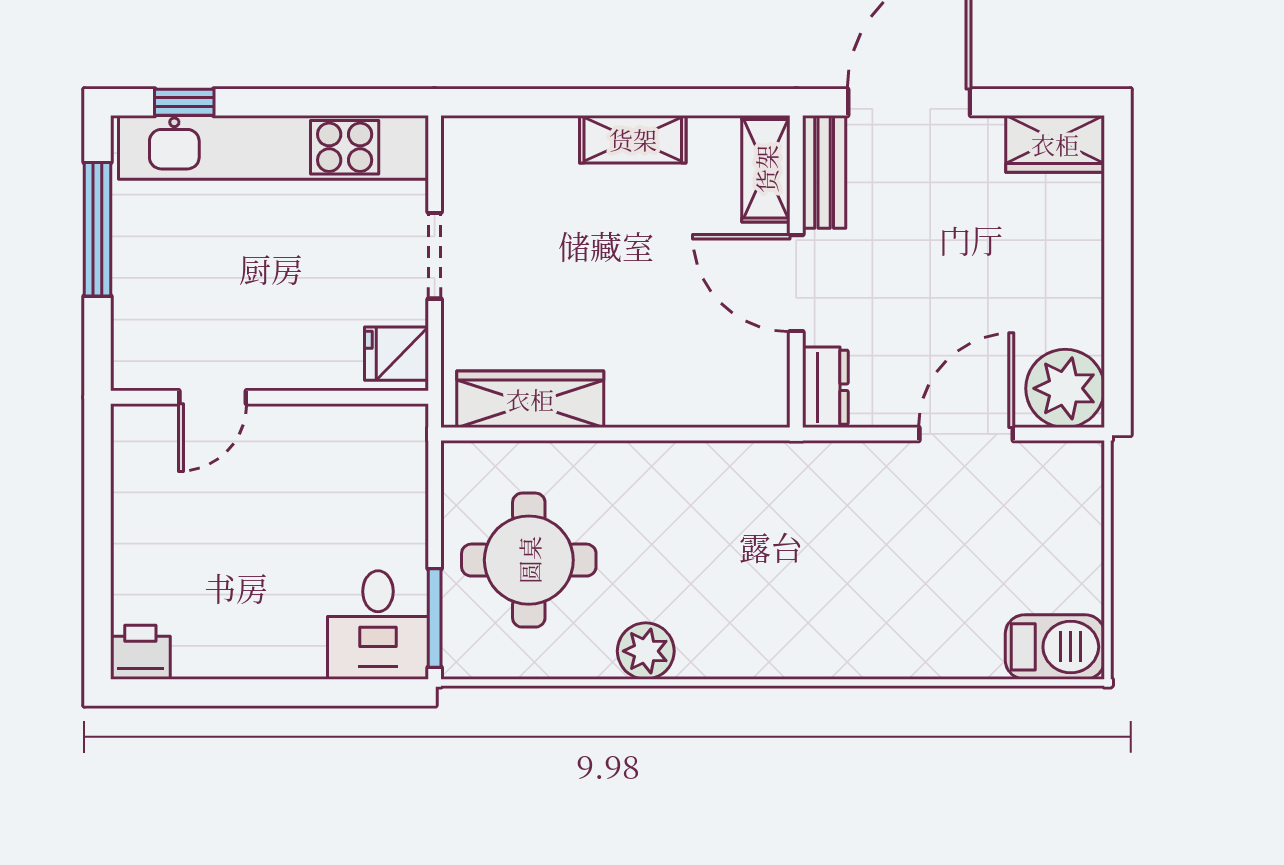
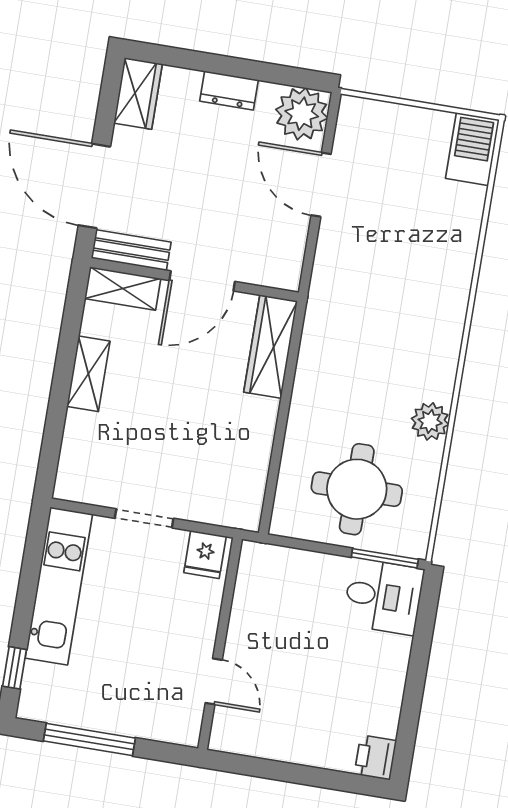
kitchen unit: (273, 147) -> (59, 586), width x0.73
dresser: (825, 387) -> (229, 90), moved, turned 180
wardrobe: (530, 399) -> (271, 347), moved

